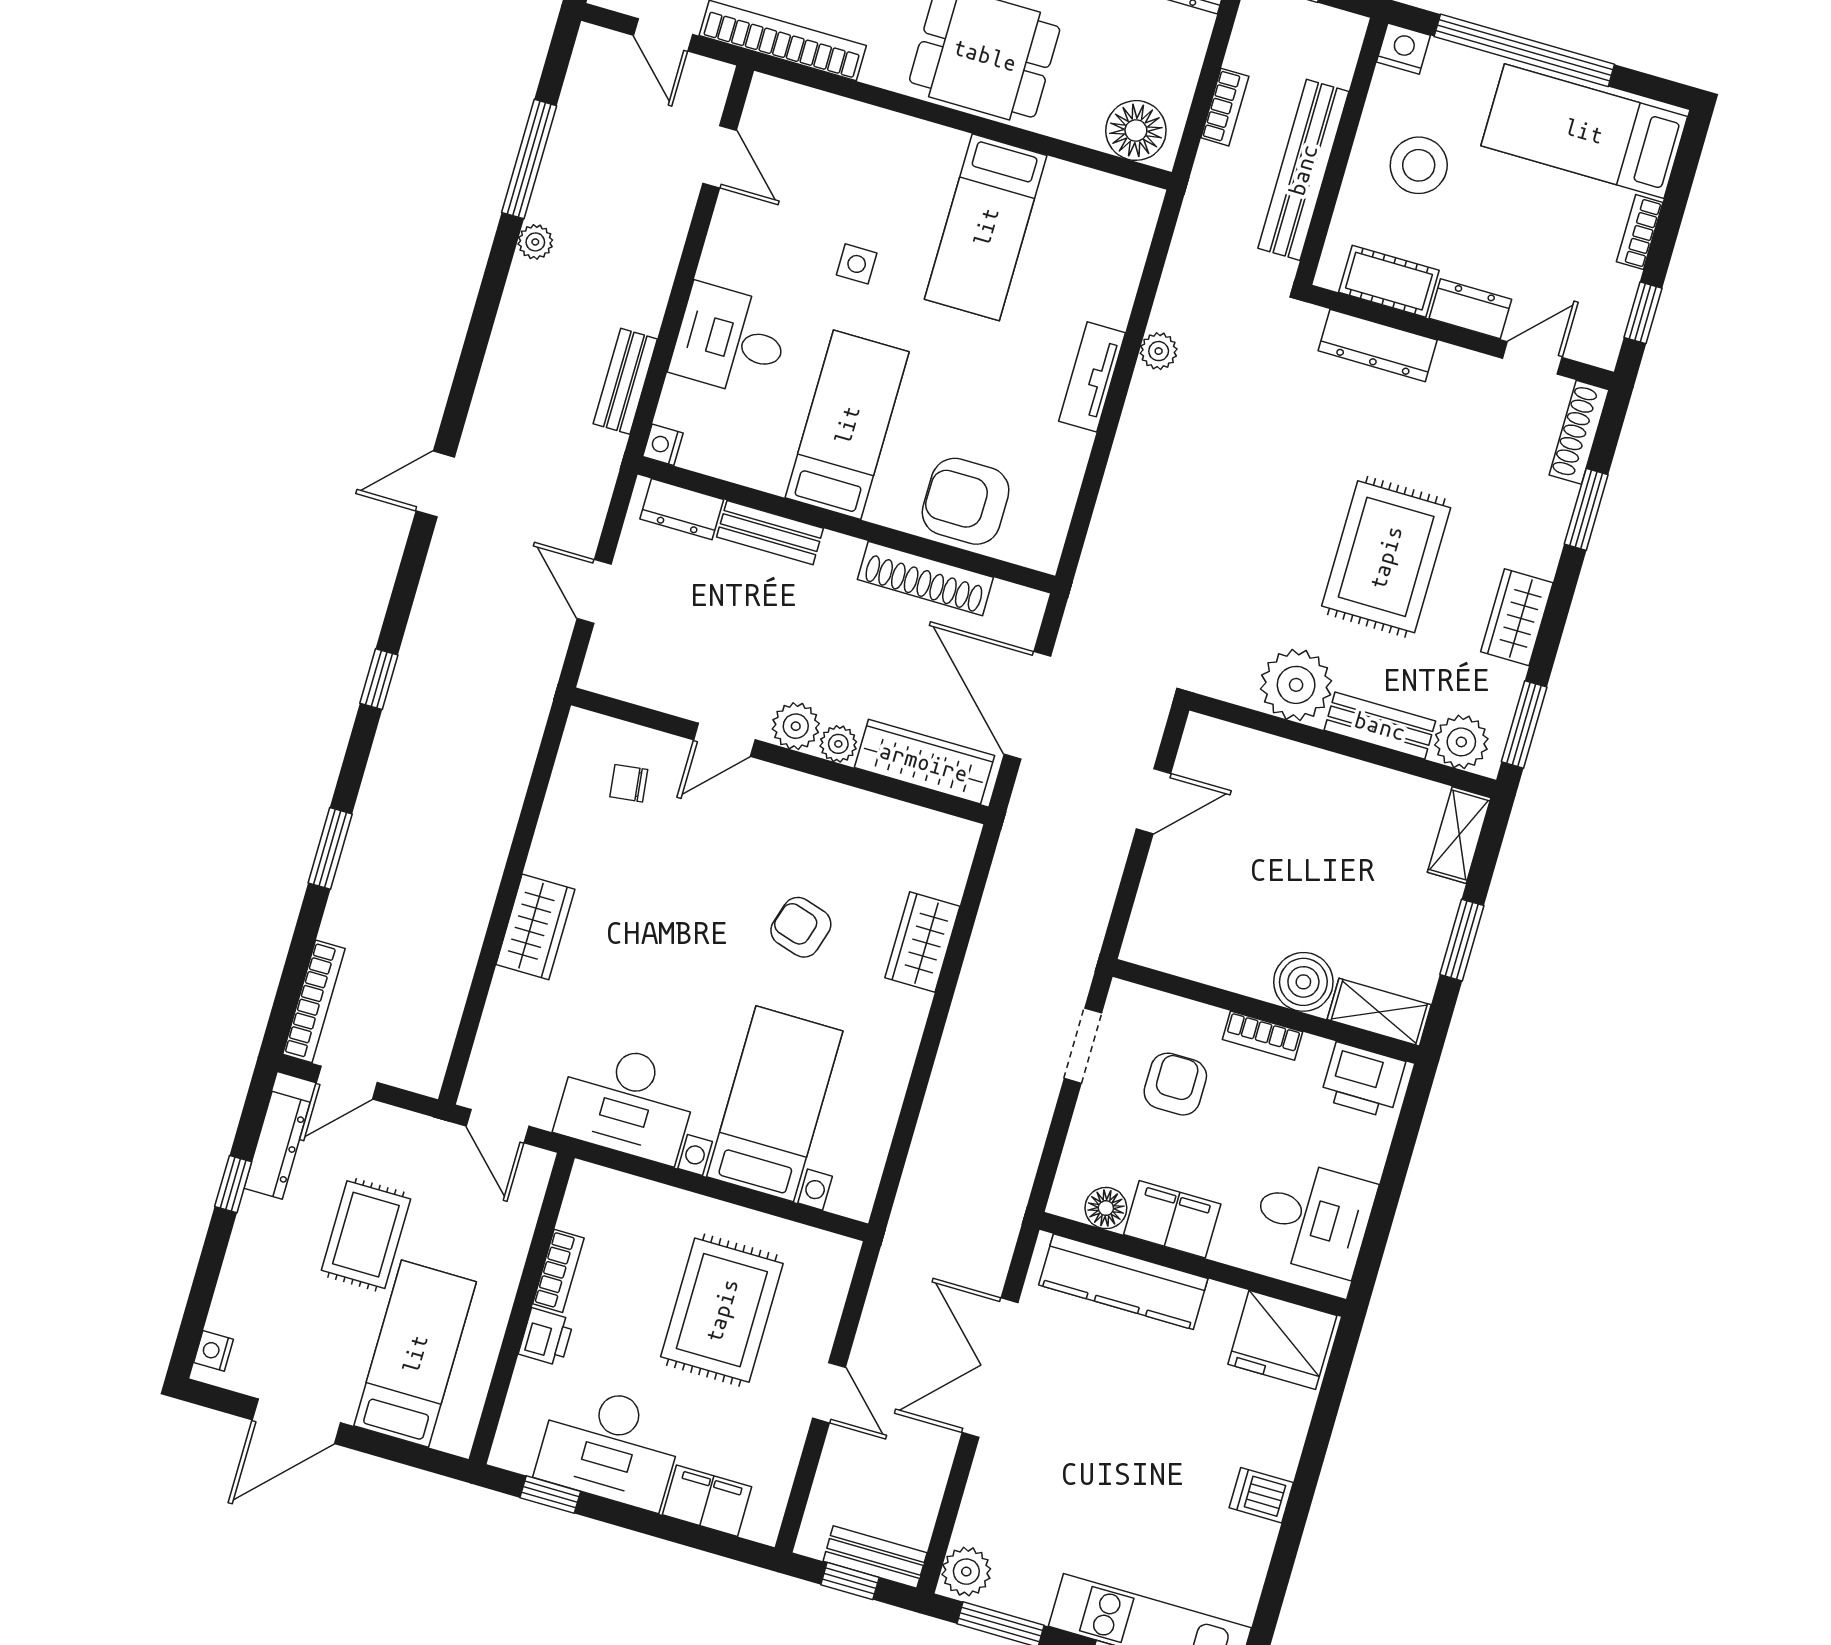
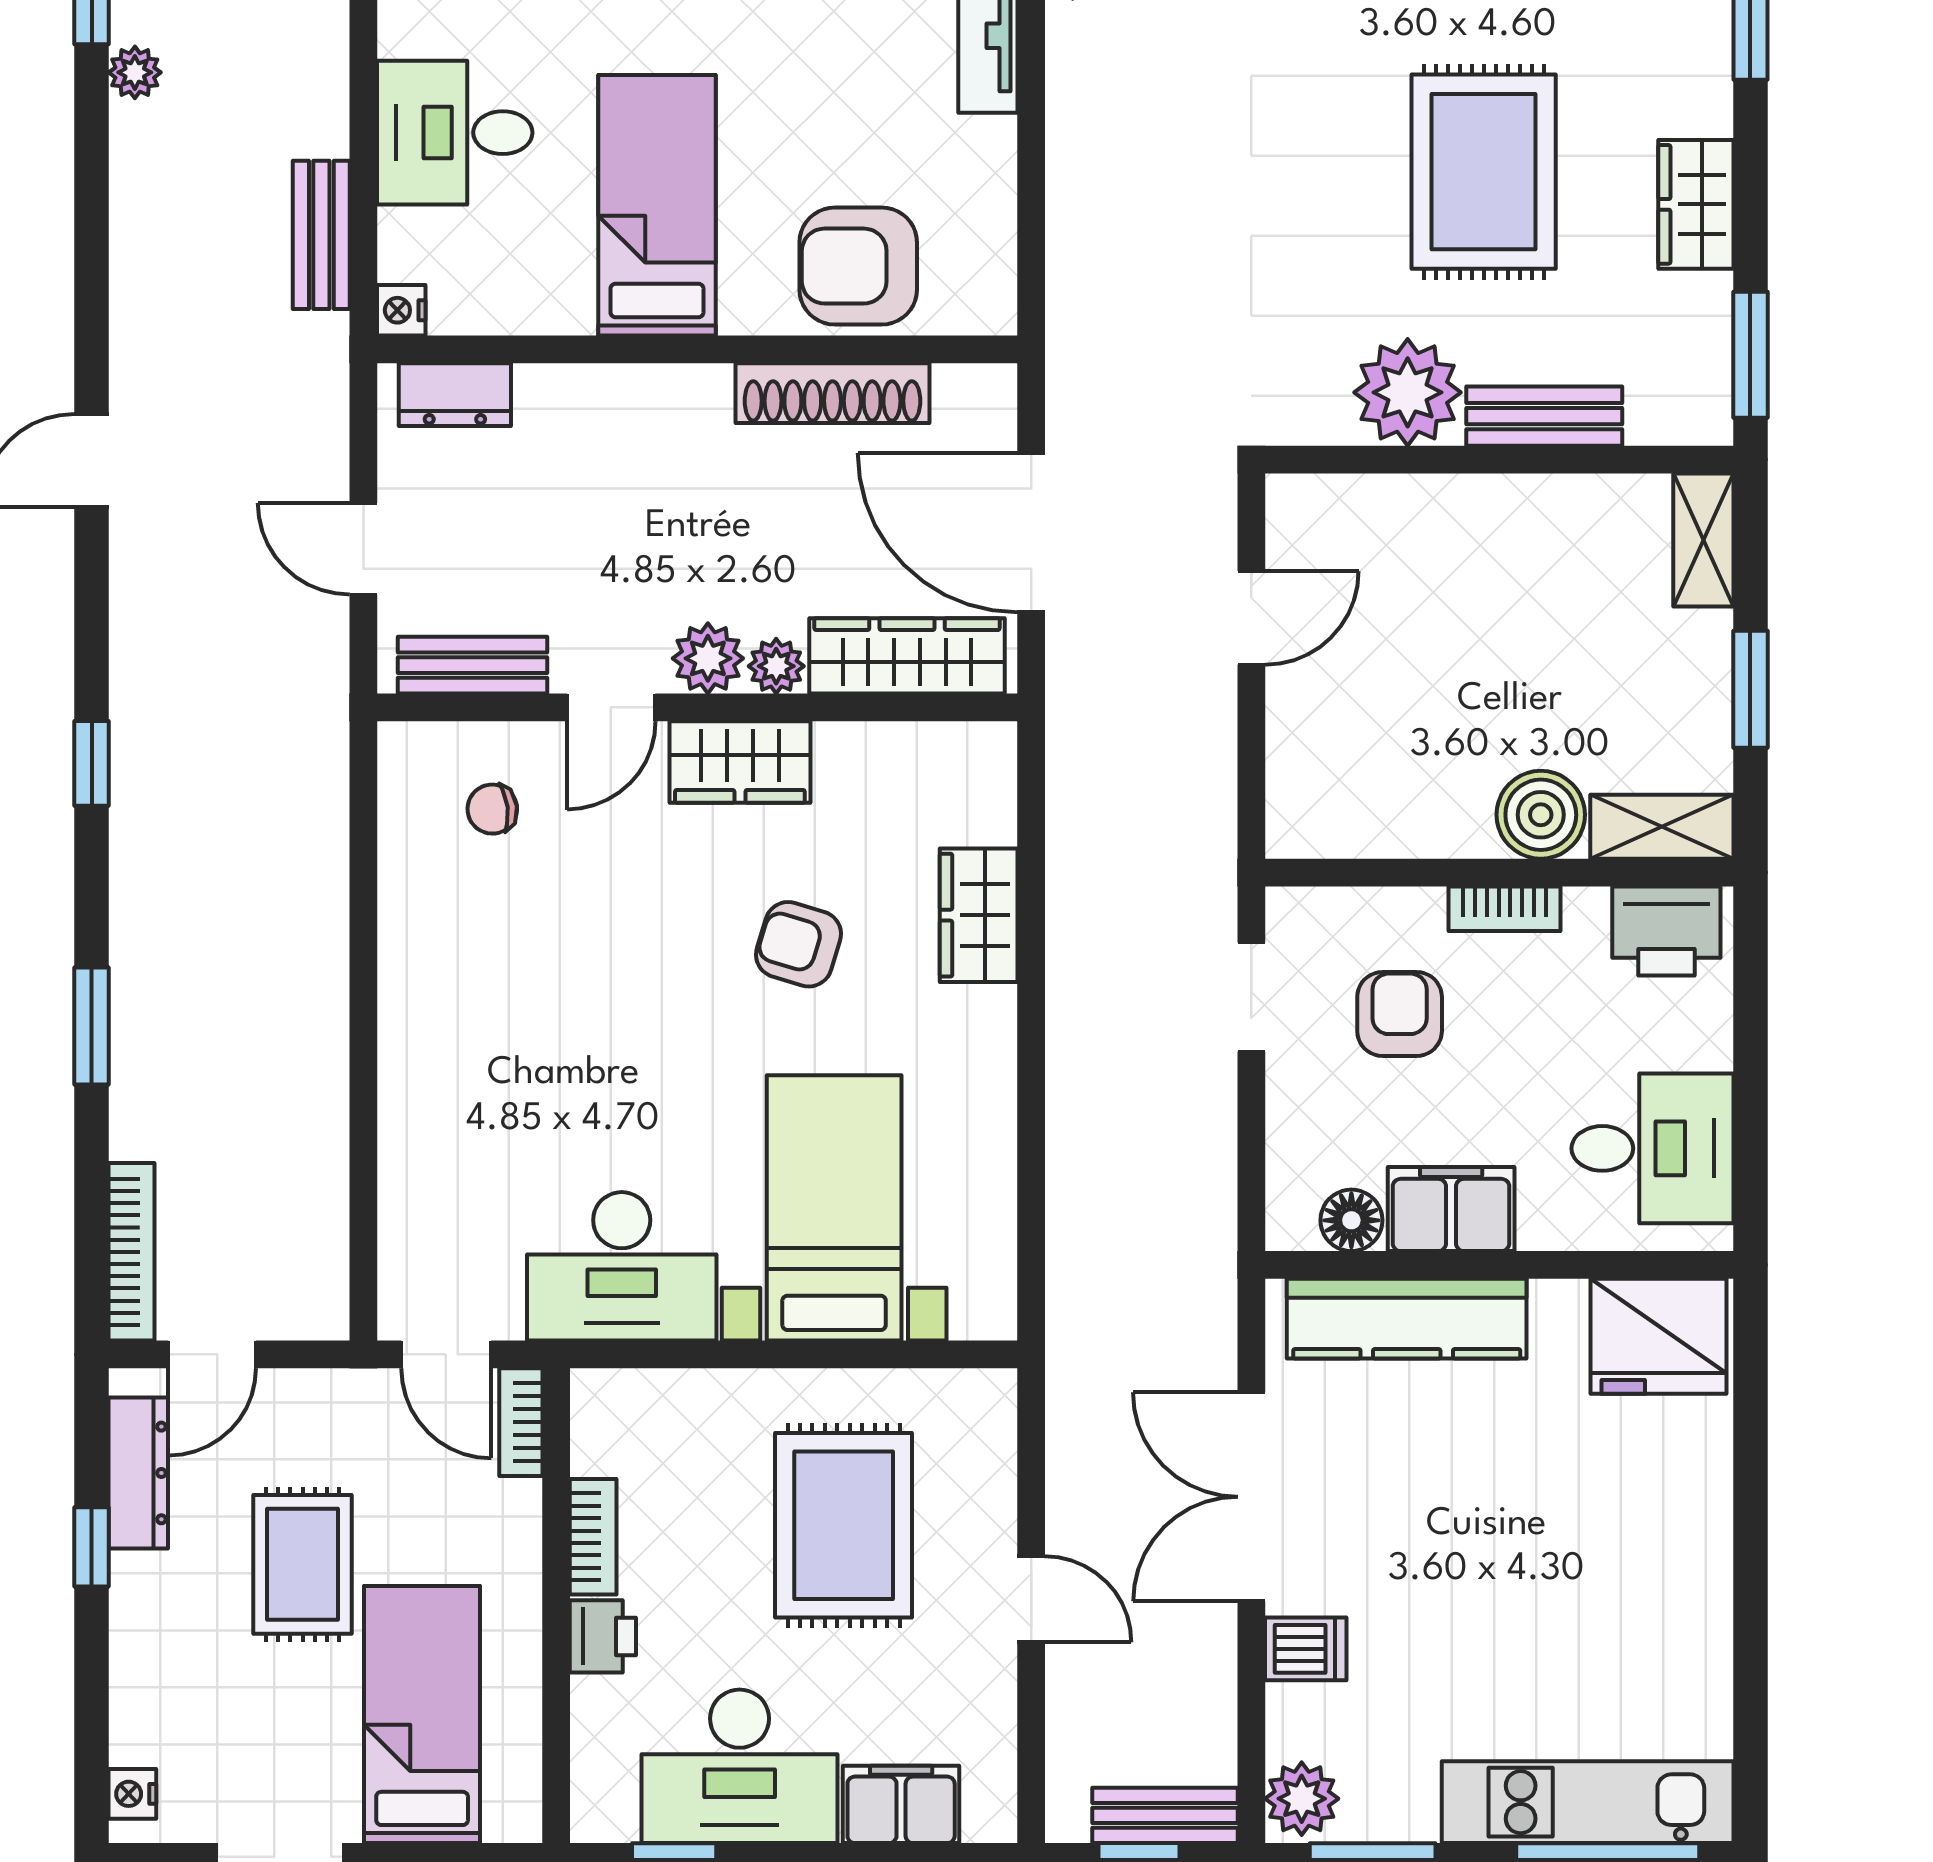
bench: (770, 533) -> (472, 665), moved
plant: (1461, 742) -> (1668, 406), removed
wardrobe: (535, 927) -> (740, 762), moved, turned 90
bookcase: (533, 1184) -> (521, 1422), added
dishwasher: (1261, 1495) -> (1306, 1649), moved, turned 180

